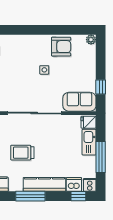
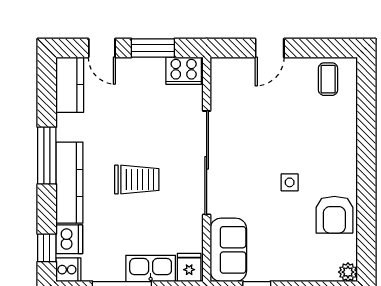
trolley: (22, 153) -> (137, 180), moved, turned 90

